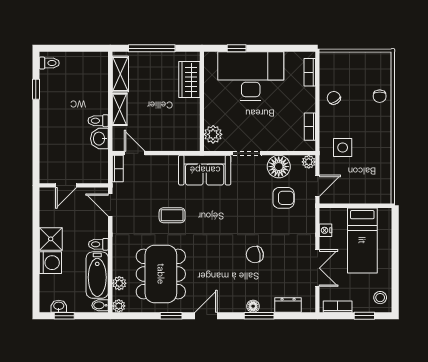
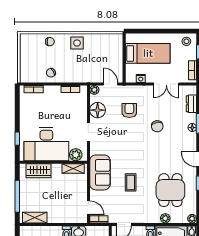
desk: (251, 76) -> (46, 144), moved, turned -90
shelving: (120, 109) -> (73, 169), moved
side table: (343, 147) -> (77, 43), moved
door: (135, 153) -> (88, 208), swing flipped
sofa: (205, 170) -> (100, 172), moved
armchair: (284, 198) -> (129, 110), moved
double door: (317, 268) -> (166, 84), swing flipped
dining table: (161, 274) -> (170, 190), width x0.73
plant: (119, 283) -> (165, 218), moved

